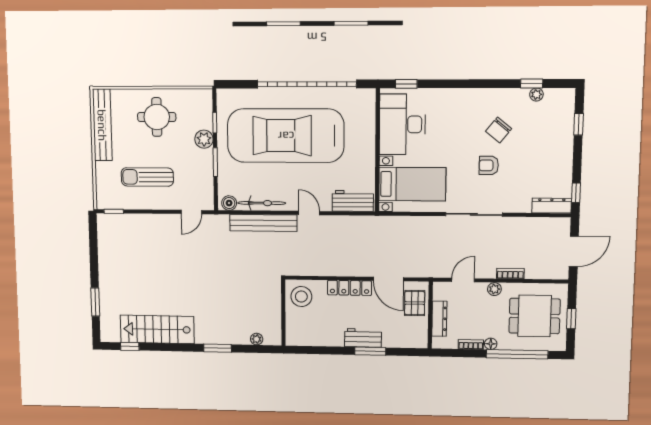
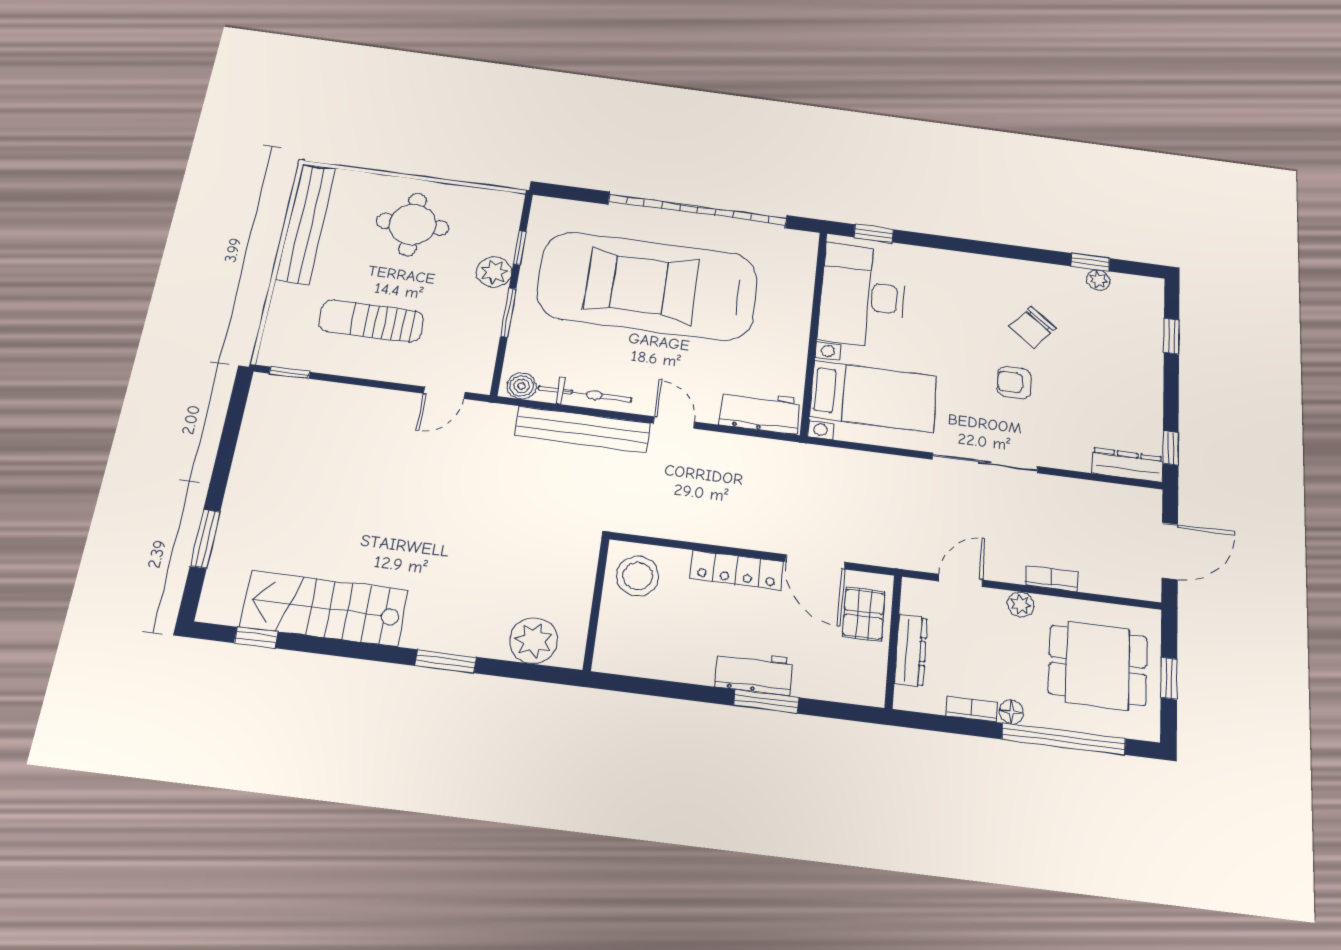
plant: (257, 339) -> (534, 641), width x1.88, depth x1.88

